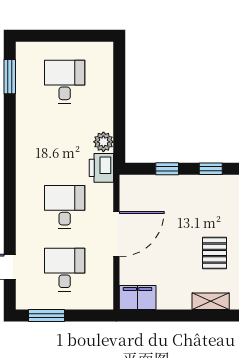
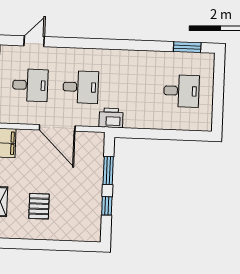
plant: (103, 142) -> (132, 120), removed
window: (167, 169) -> (108, 171), width x1.50
pallet: (215, 253) -> (39, 206), turned 90

